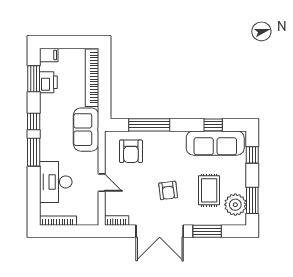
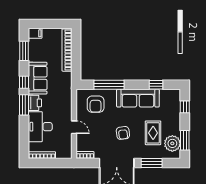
printer: (48, 82) -> (35, 103), moved
sofa: (86, 130) -> (38, 78), moved, turned 180
sofa: (215, 143) -> (138, 98), moved

